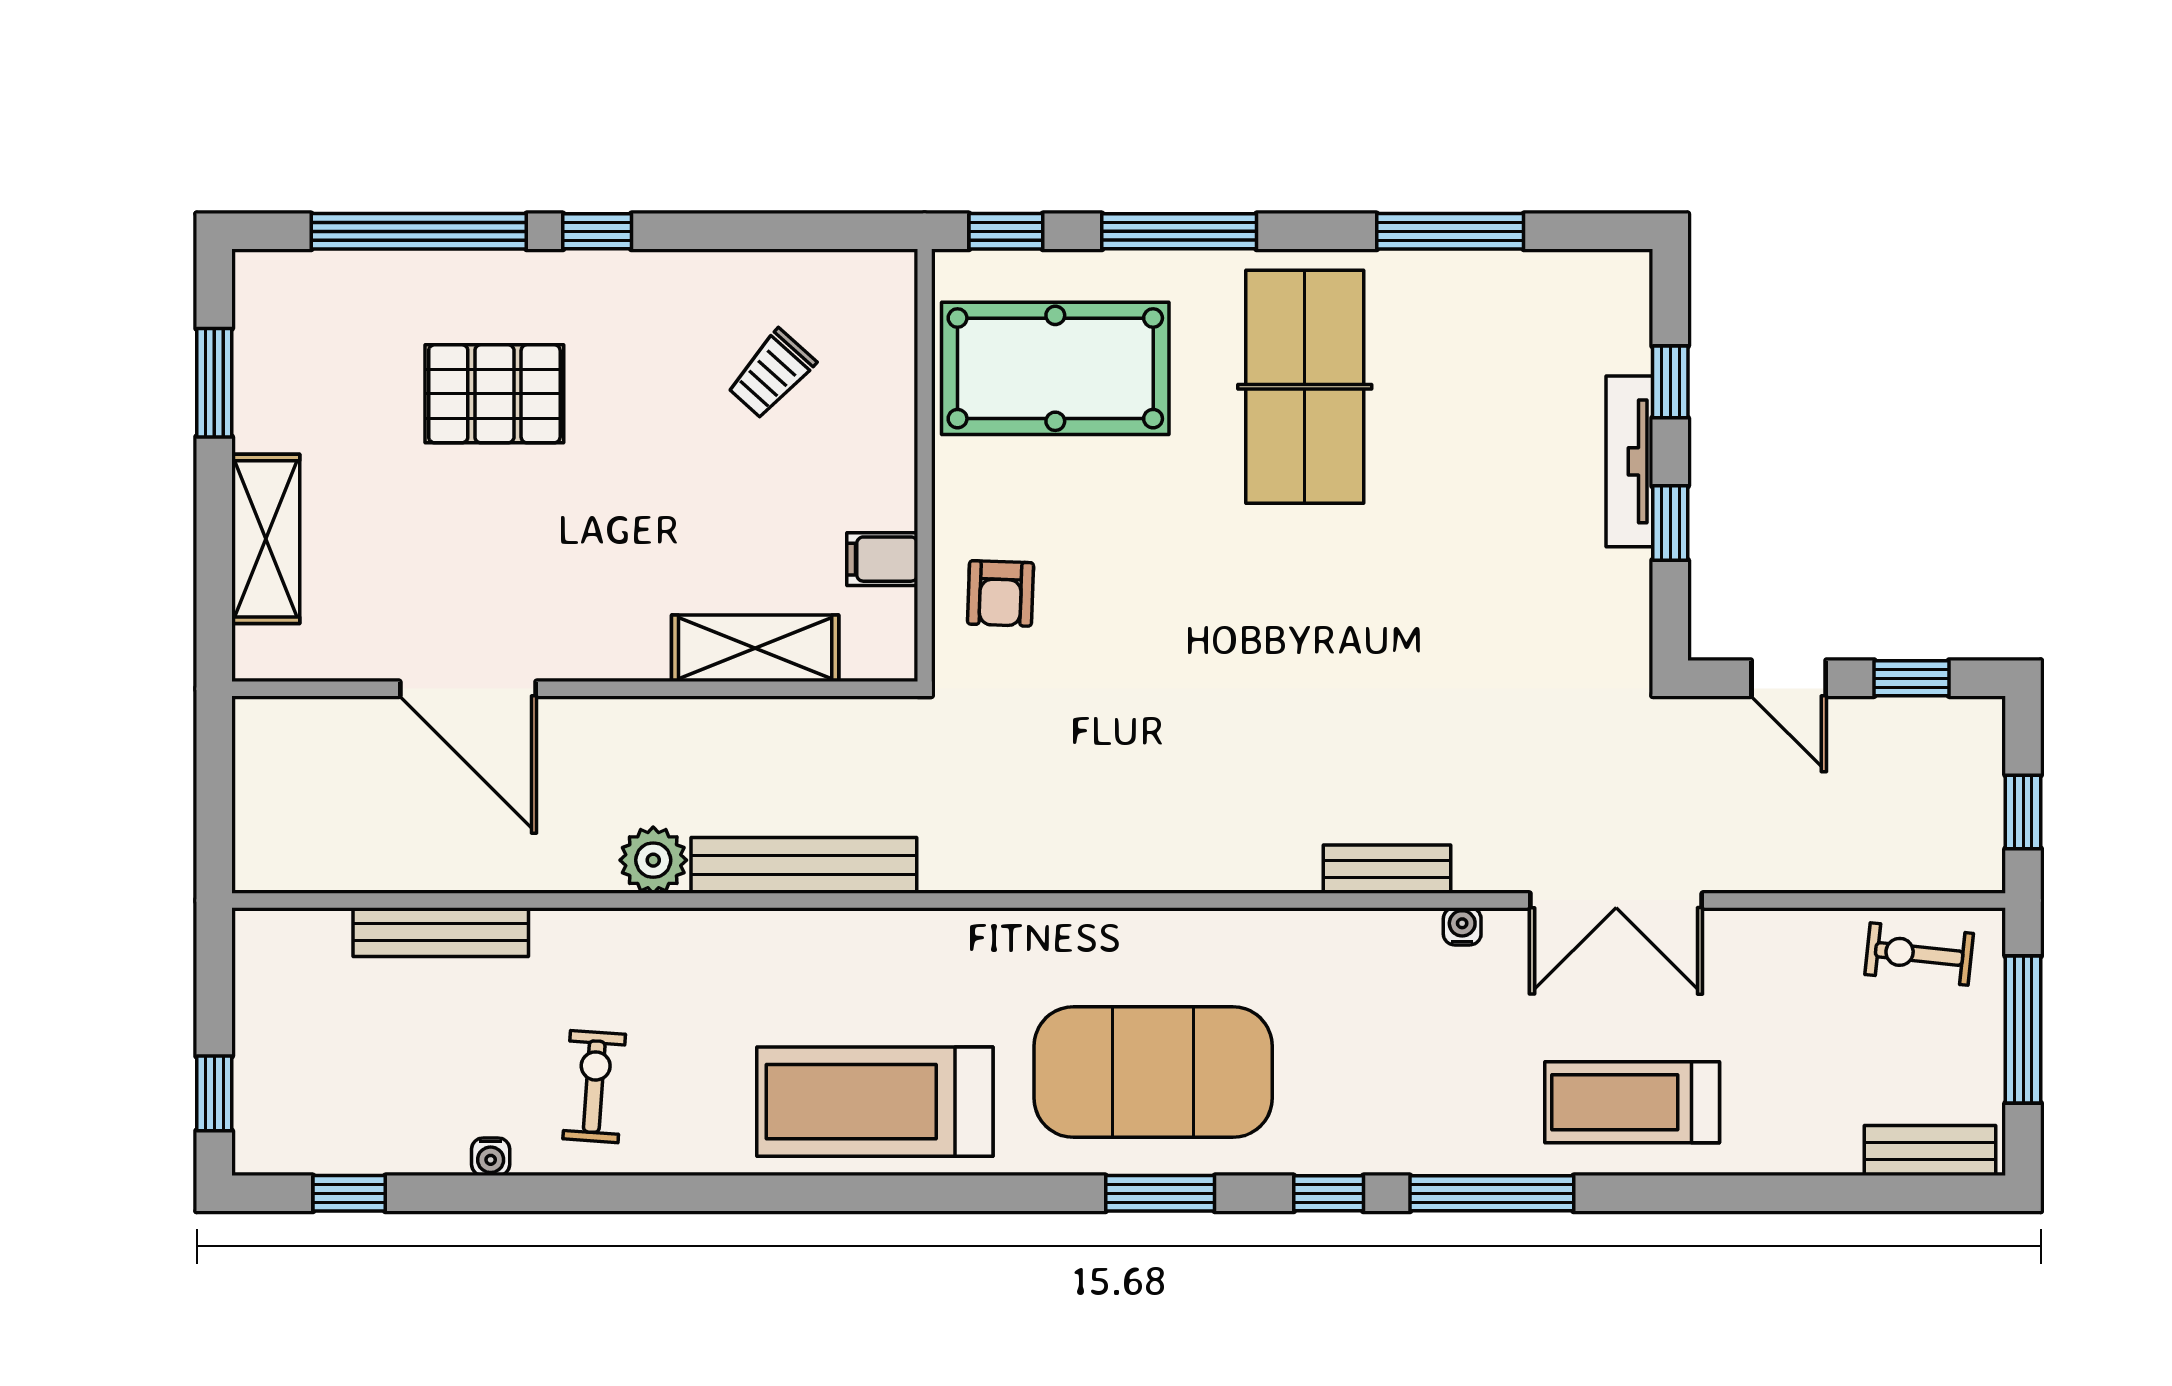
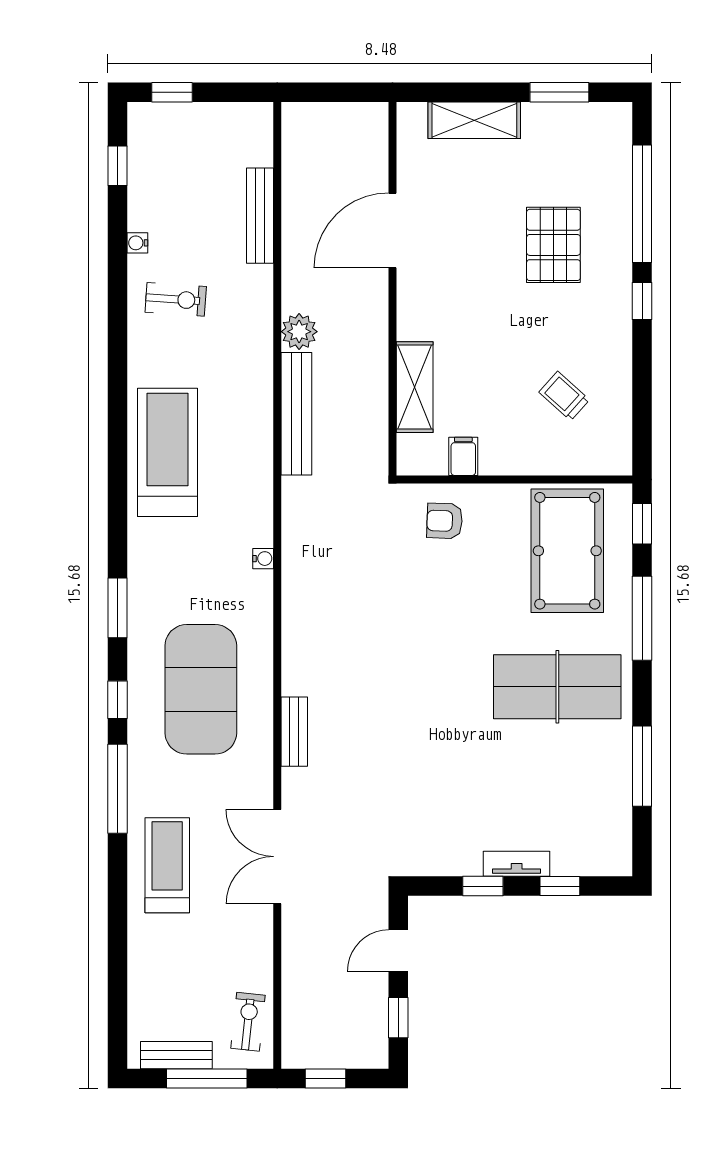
tv unit: (1629, 461) -> (517, 864), width x0.71
water cooler: (1462, 926) -> (263, 559), moved
exercise mat: (1153, 1072) -> (201, 689), moved
bench: (1930, 1151) -> (176, 1055), moved, turned 90

